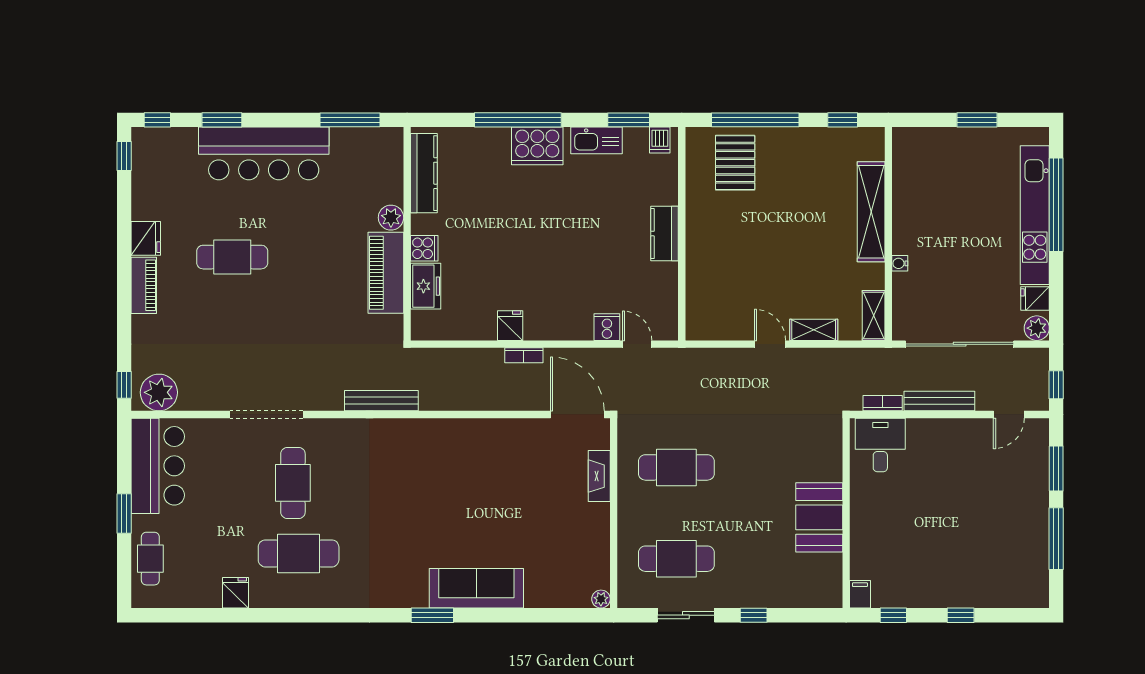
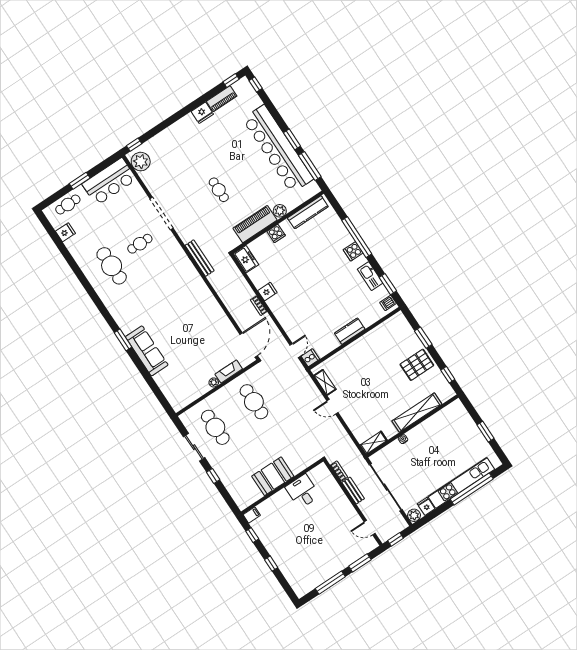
window: (222, 120) -> (292, 139), moved
window: (755, 120) -> (423, 338), width x0.47
cooker: (537, 146) -> (353, 251), width x0.53, depth x0.76
bar counter: (264, 153) -> (278, 149), width x1.36
pallet: (735, 163) -> (417, 365), moved
cafe table: (232, 257) -> (219, 190), moved, width x0.73, depth x0.74
piano: (144, 285) -> (222, 99), moved
freezer: (426, 286) -> (246, 259), moved, turned -90
cooker: (607, 327) -> (310, 358), moved
shelving: (814, 330) -> (325, 382), moved
door: (770, 344) -> (332, 407), swing flipped
bench: (939, 401) -> (353, 491), width x0.73
desk: (880, 445) -> (303, 492), moved, turned -90
cafe table: (293, 483) -> (140, 244), width x0.73, depth x0.74
fridge: (235, 593) -> (65, 232), moved
plant: (601, 599) -> (214, 382), moved

